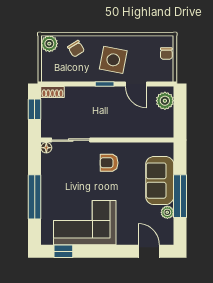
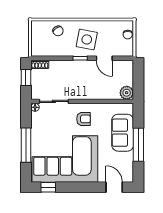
plant: (49, 44) -> (37, 27), removed
plant: (165, 101) -> (127, 93), moved
armchair: (109, 163) -> (84, 119), turned 180
plant: (167, 212) -> (129, 157), removed
corner sofa: (85, 223) -> (65, 159), width x1.36, depth x1.36

